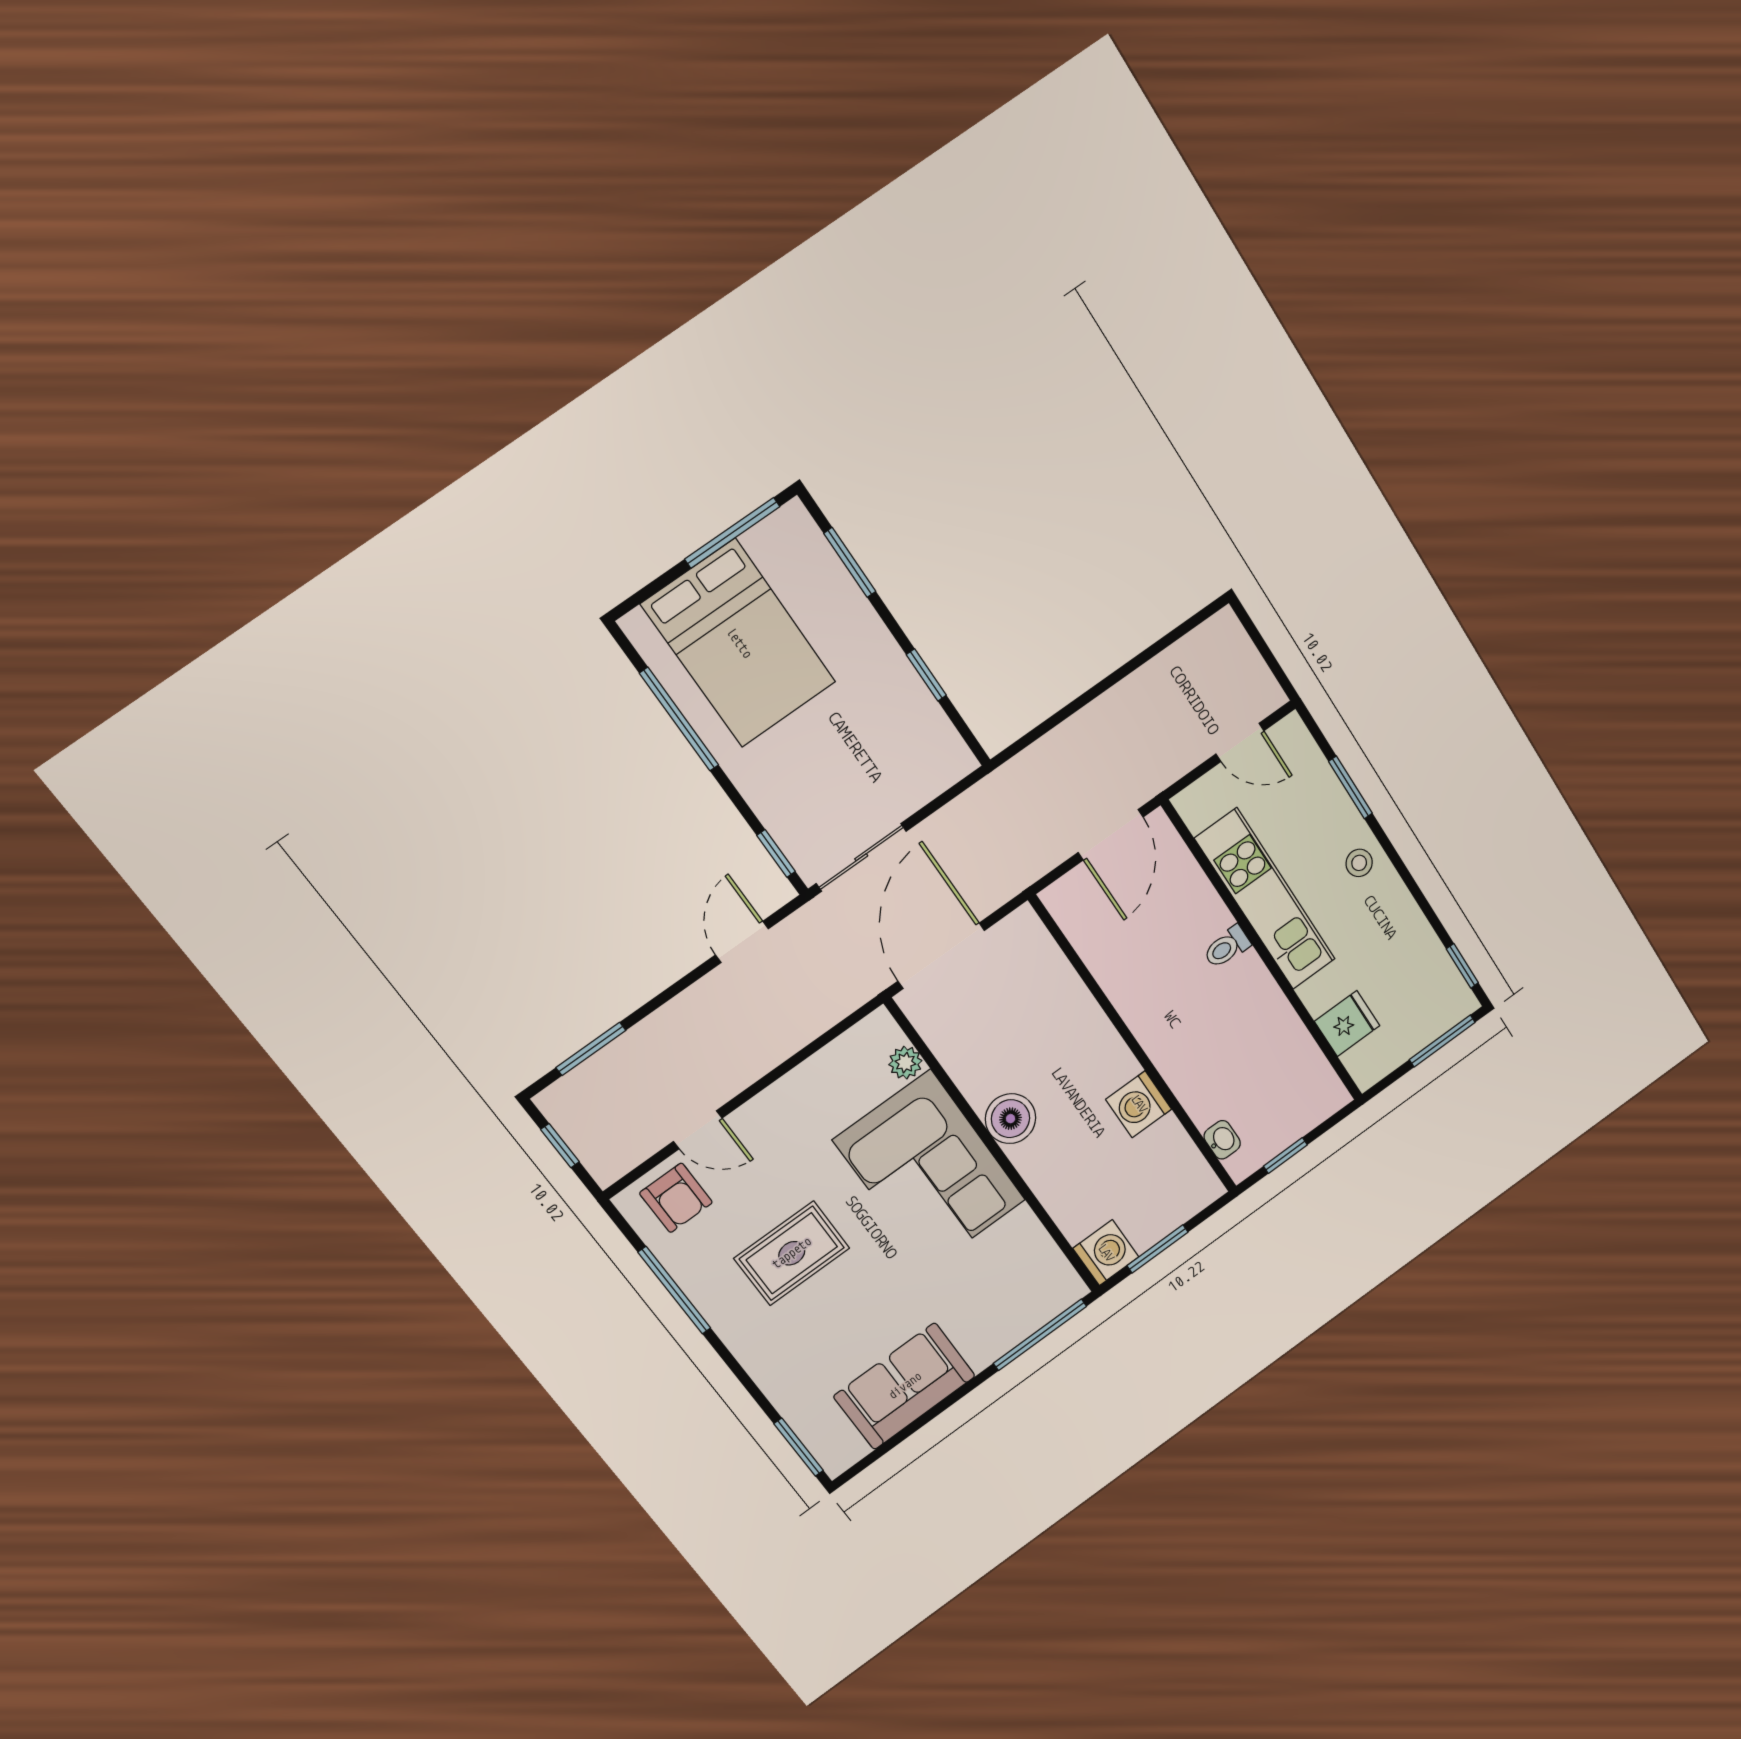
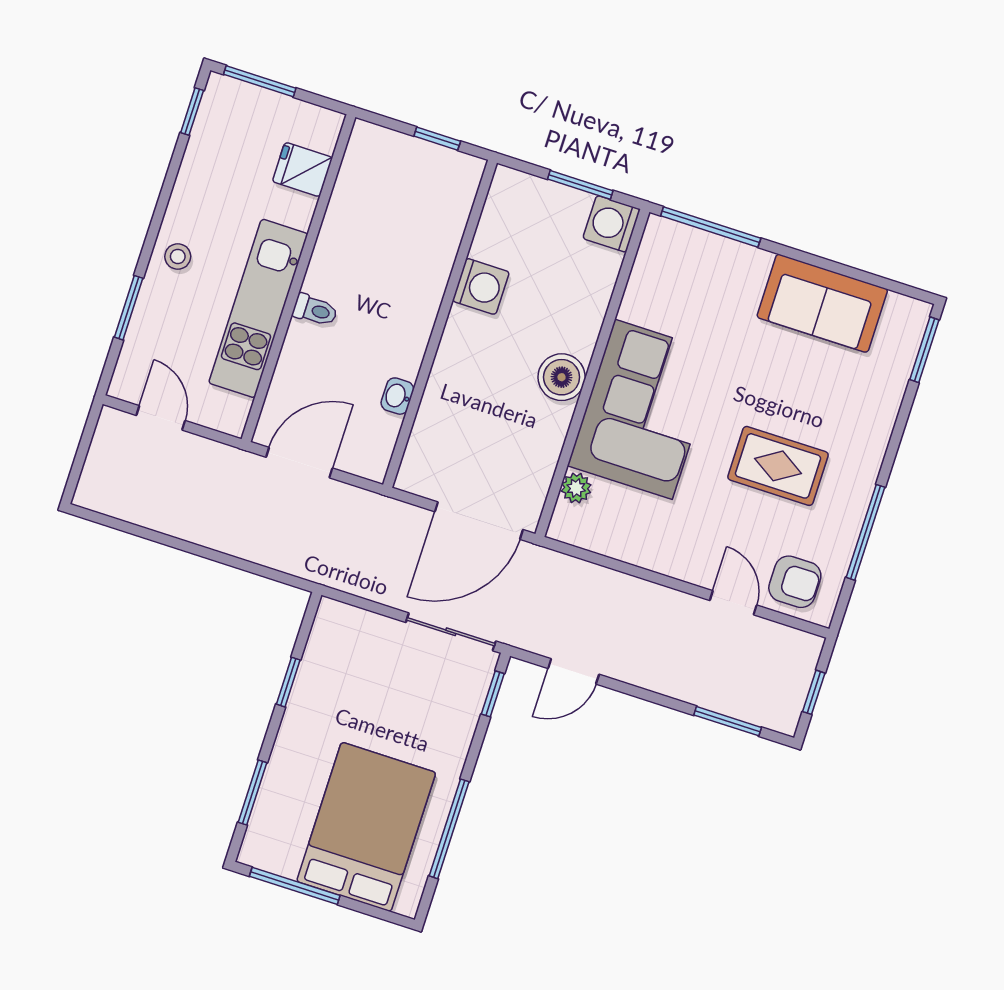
washbasin: (1222, 1140) -> (397, 396), moved
armchair: (676, 1198) -> (795, 582), turned 90

